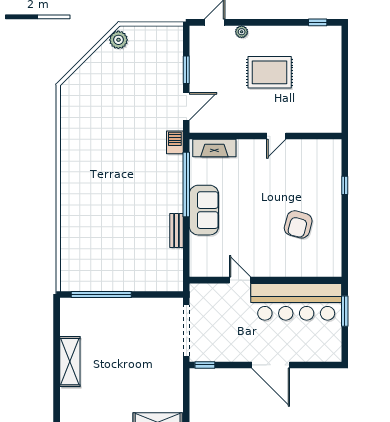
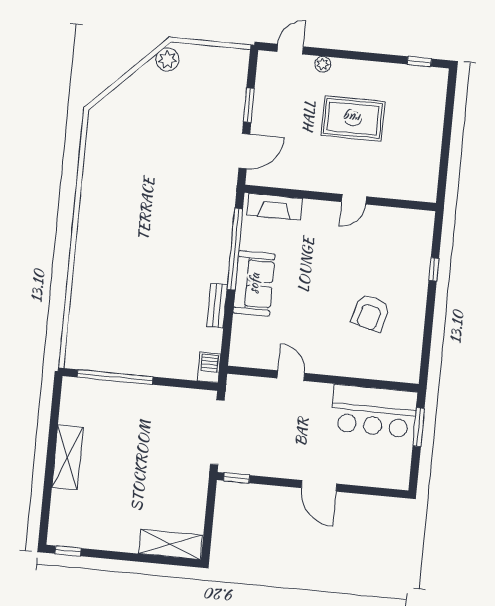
barbecue: (175, 142) -> (209, 367), moved
bar counter: (296, 302) -> (374, 411), width x0.73
door: (271, 365) -> (319, 486), width x0.73

